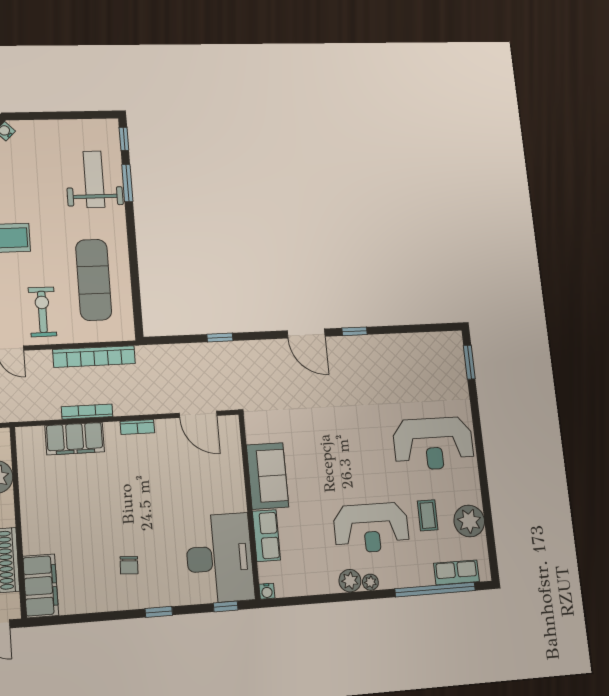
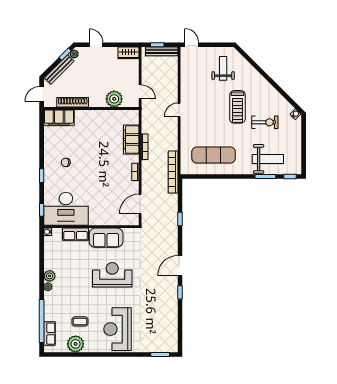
exercise bike: (42, 312) -> (265, 122), moved
bookcase: (94, 357) -> (173, 172), moved
reception desk: (371, 528) -> (112, 275), moved, turned 90

